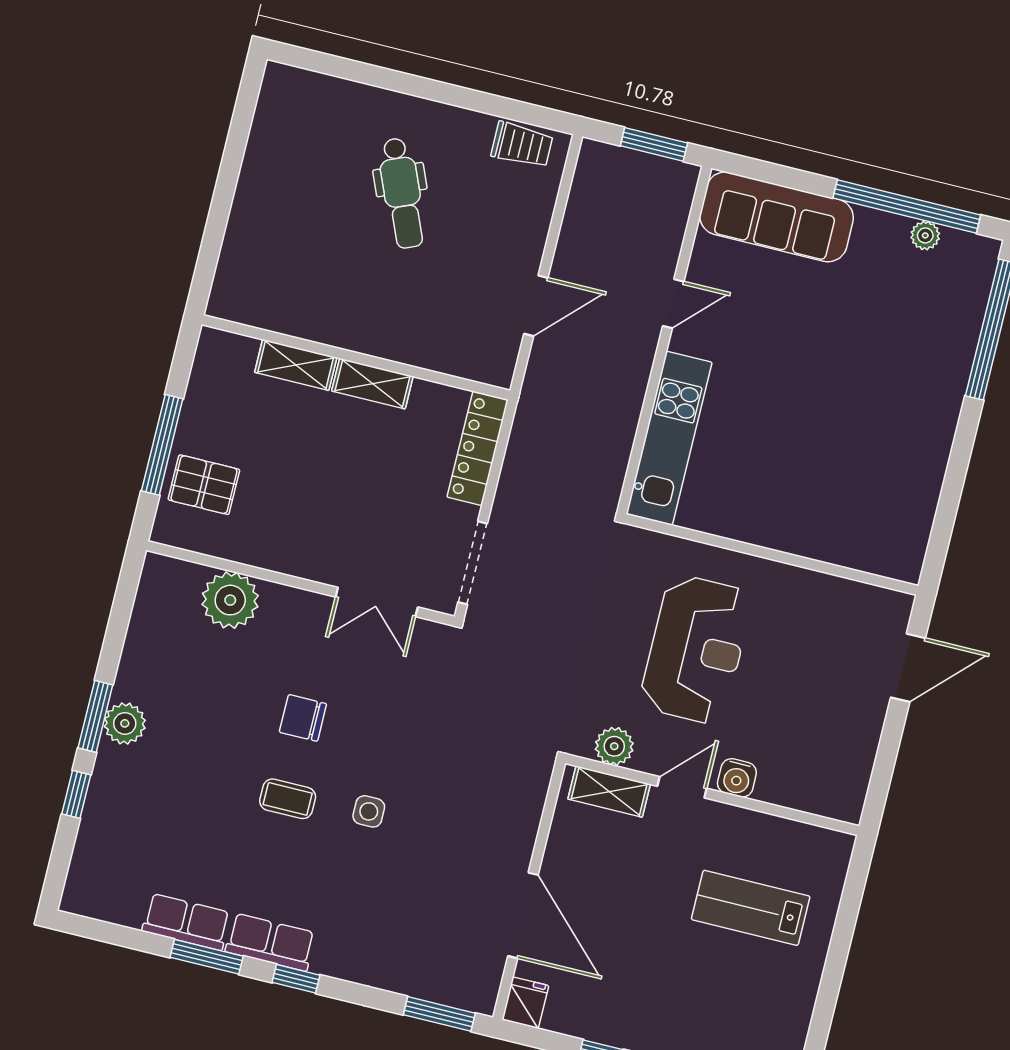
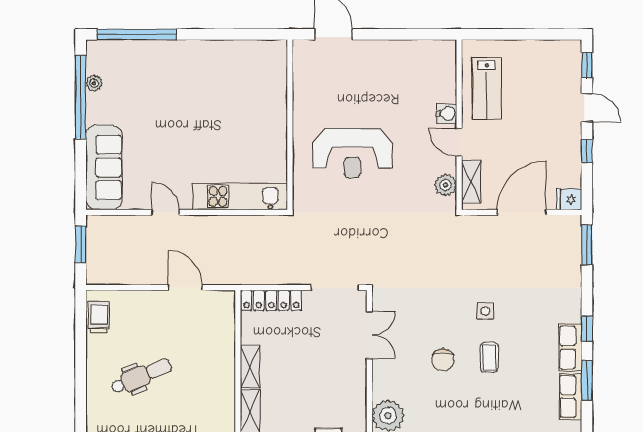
reception desk: (696, 649) -> (352, 153), turned 180
plant: (614, 746) -> (446, 185), moved
water cooler: (737, 778) -> (446, 113), moved
door: (682, 787) -> (459, 142), moved
shelving: (609, 792) -> (471, 182), moved
wall: (712, 795) -> (459, 125), moved

